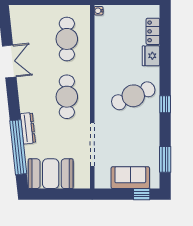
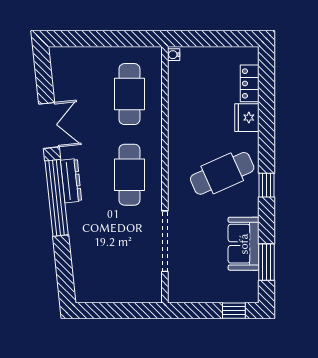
dresser: (28, 128) -> (71, 181), moved
window: (18, 147) -> (57, 198), moved
booth: (51, 174) -> (107, 282), removed
sofa: (130, 178) -> (244, 244), moved, turned -90

